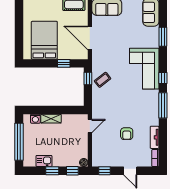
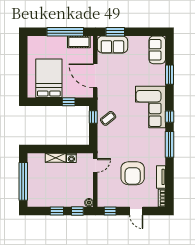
washing machine: (35, 119) -> (71, 158), moved
armchair: (127, 134) -> (133, 173), width x1.88, depth x1.88
kitchen sink: (44, 161) -> (49, 201), removed

